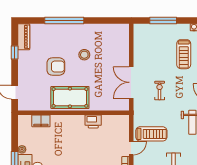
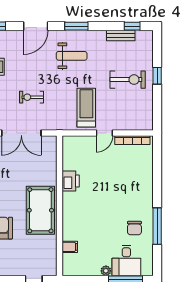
filing cabinet: (41, 121) -> (70, 247), width x0.50
door: (131, 148) -> (104, 133), swing flipped

